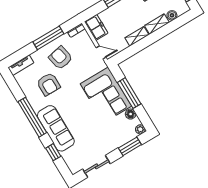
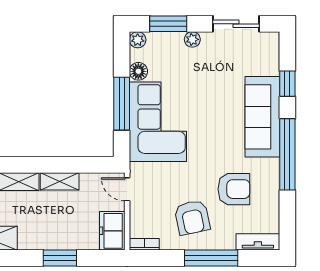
window: (48, 38) -> (211, 258), moved
armchair: (48, 84) -> (234, 189), turned 90
plant: (113, 146) -> (192, 39), added

